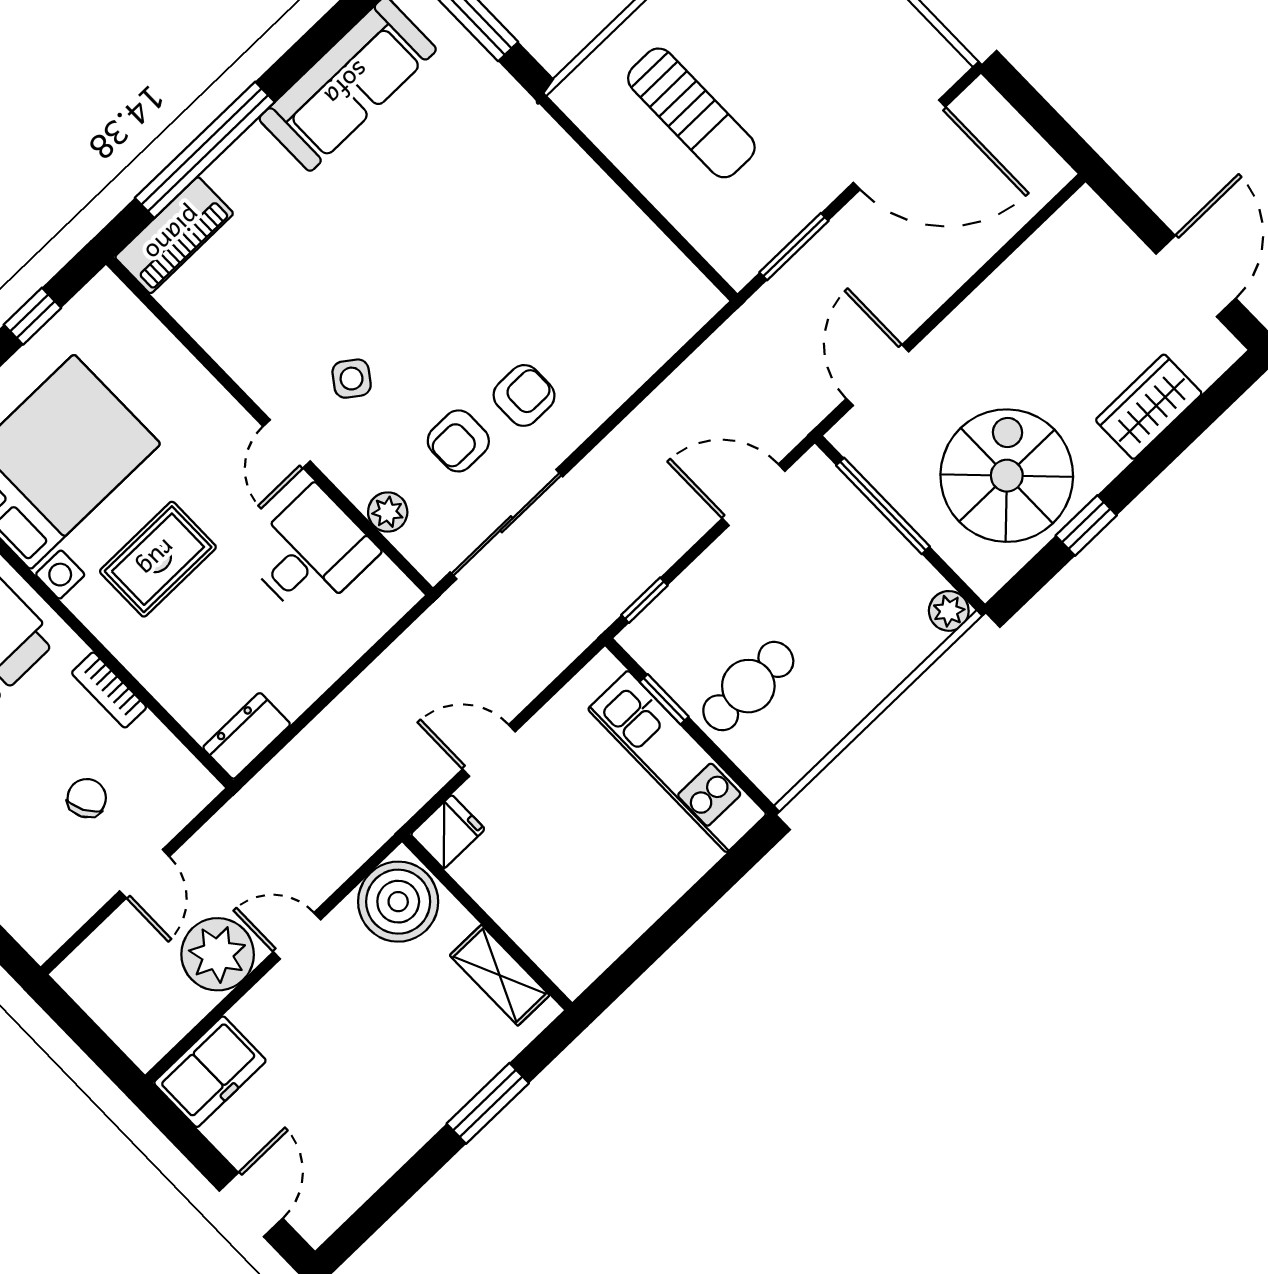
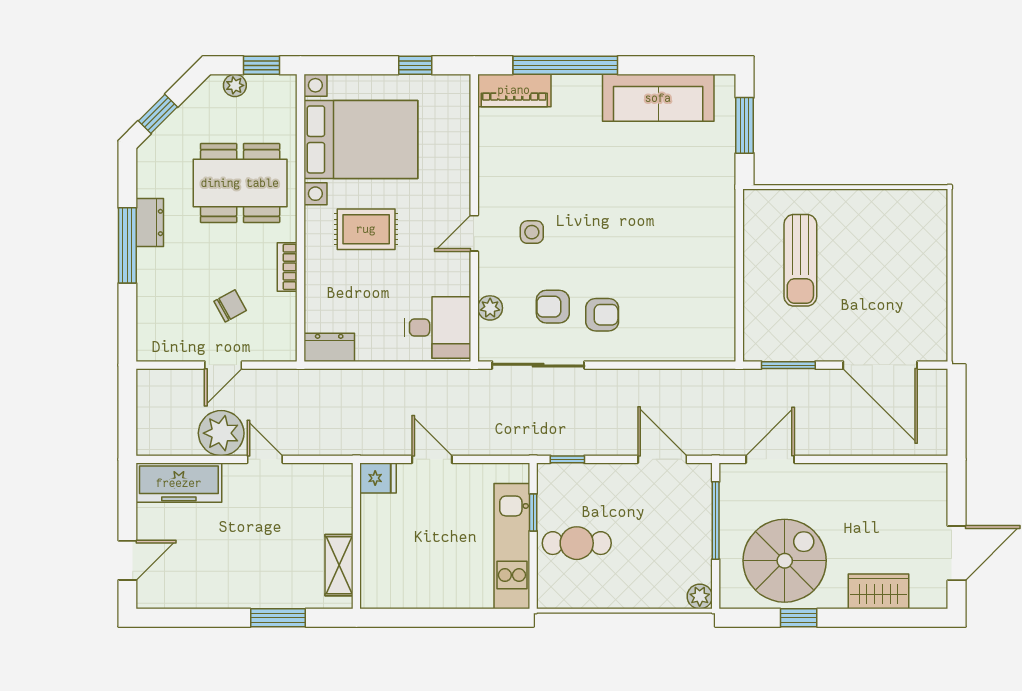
side table: (352, 379) -> (532, 232), turned -36
desk: (311, 553) -> (437, 328), moved
boiler: (398, 902) -> (325, 488), removed
freezer: (210, 1072) -> (179, 483), width x1.40

